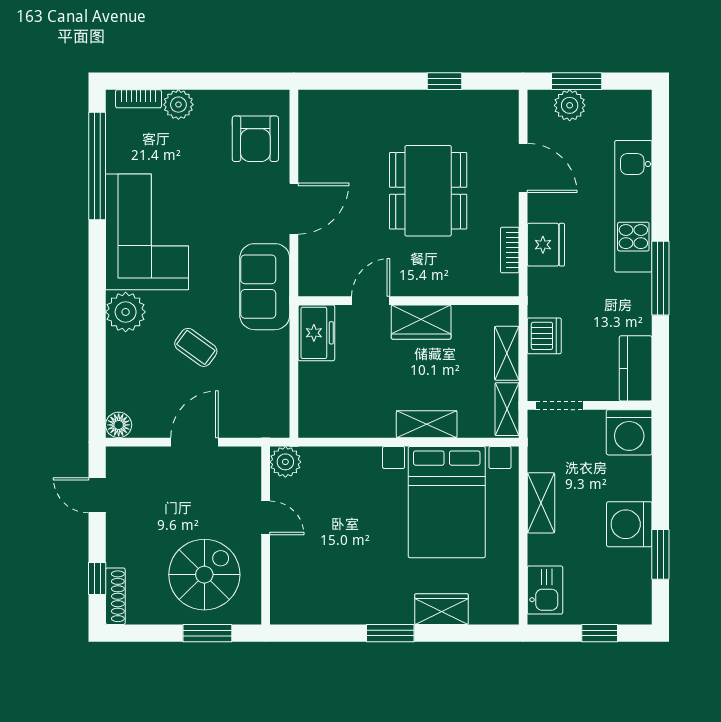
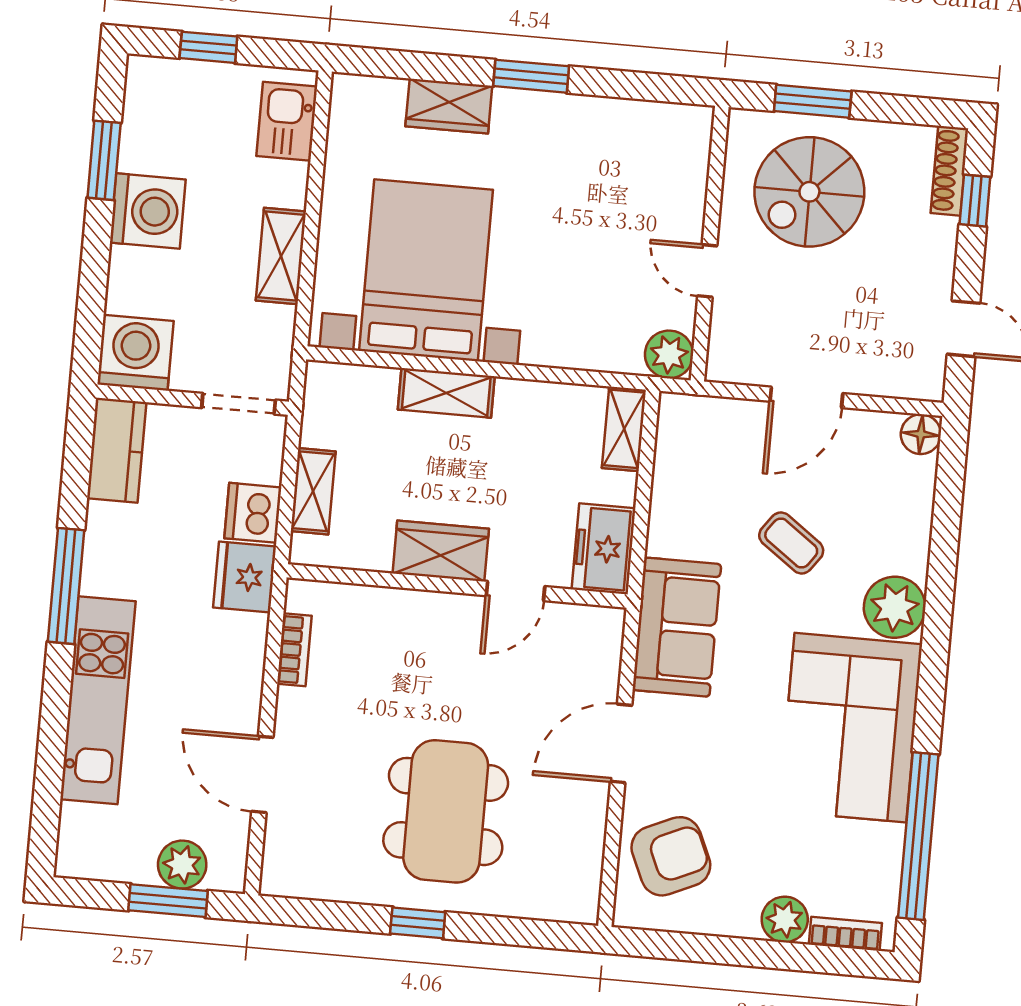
window: (444, 81) -> (418, 923), moved
armchair: (255, 139) -> (671, 856), turned 66
dining table: (428, 191) -> (446, 811), moved
fridge: (546, 245) -> (245, 577), moved
shelving: (507, 409) -> (624, 429), moved

